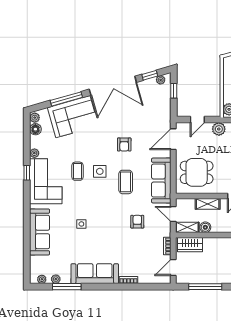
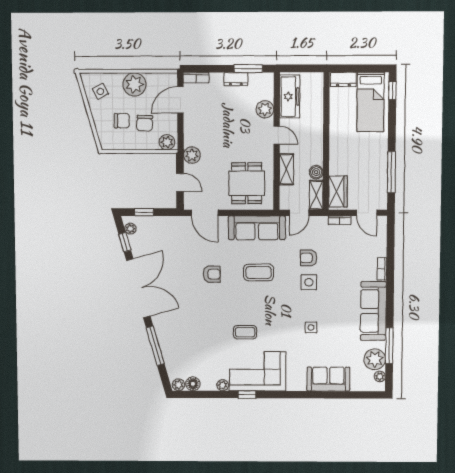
corner sofa: (73, 117) -> (177, 338), removed
side table: (100, 171) -> (309, 282), moved
sofa: (40, 232) -> (328, 379), width x0.73
plant: (56, 279) -> (375, 359), width x1.87, depth x1.87

